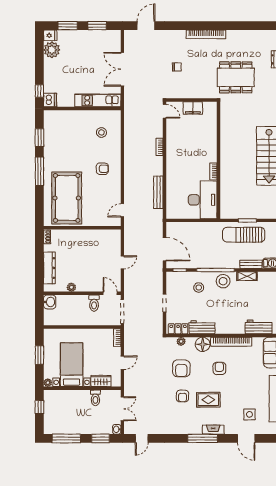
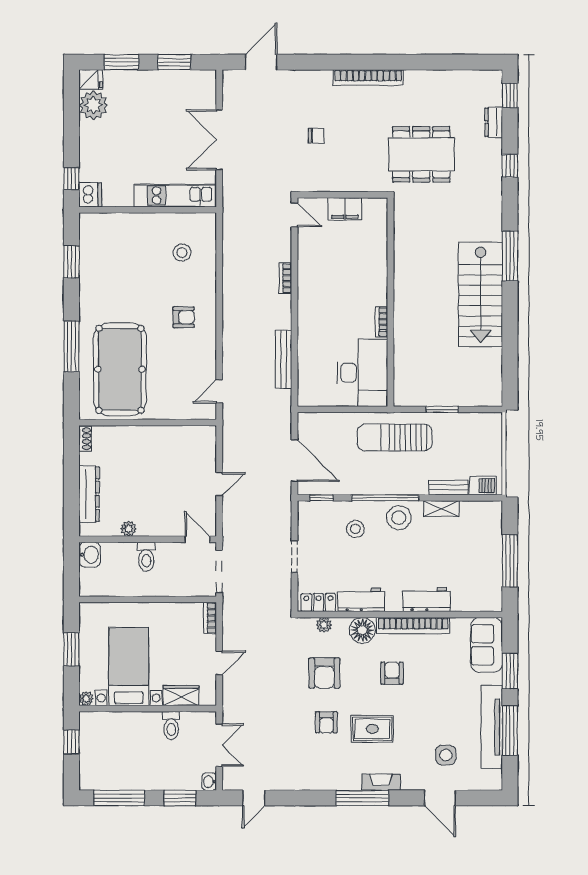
window: (39, 171) -> (71, 346), moved
sun lounger: (244, 235) -> (395, 437), moved
toilet: (94, 303) -> (146, 557), moved
workbench: (259, 327) -> (427, 599), moved

